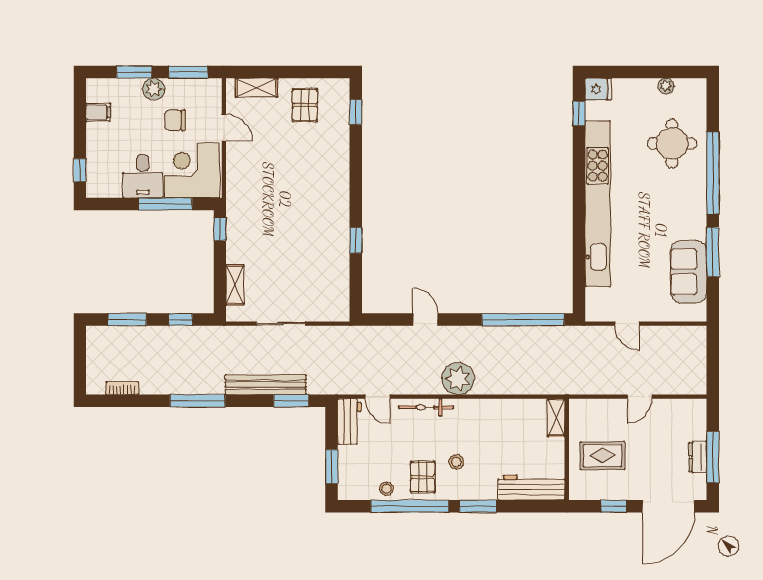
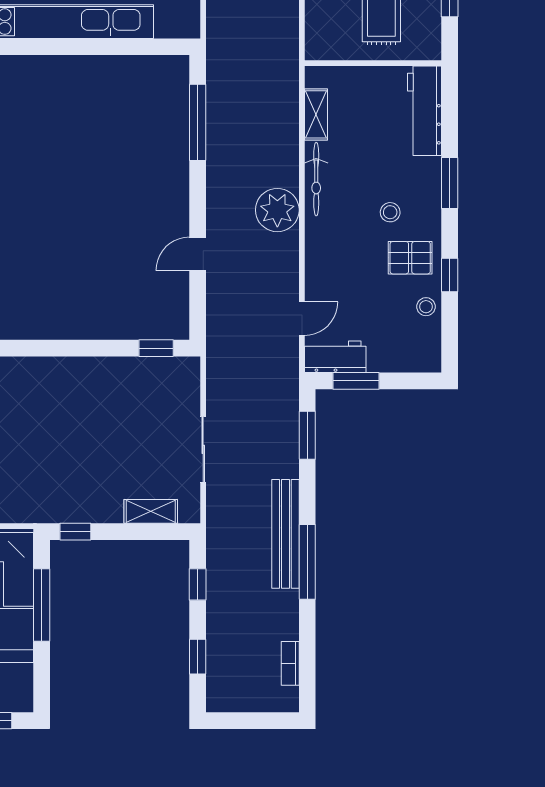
window: (356, 240) -> (156, 348), moved
window: (127, 320) -> (198, 657), width x0.67
window: (523, 320) -> (198, 122), width x0.68
bench: (266, 385) -> (285, 534), moved
bicycle: (426, 407) -> (316, 179), moved
shelving: (556, 418) -> (316, 114), moved, turned 90
window: (331, 467) -> (356, 381), moved
window: (410, 506) -> (450, 275), width x0.32

